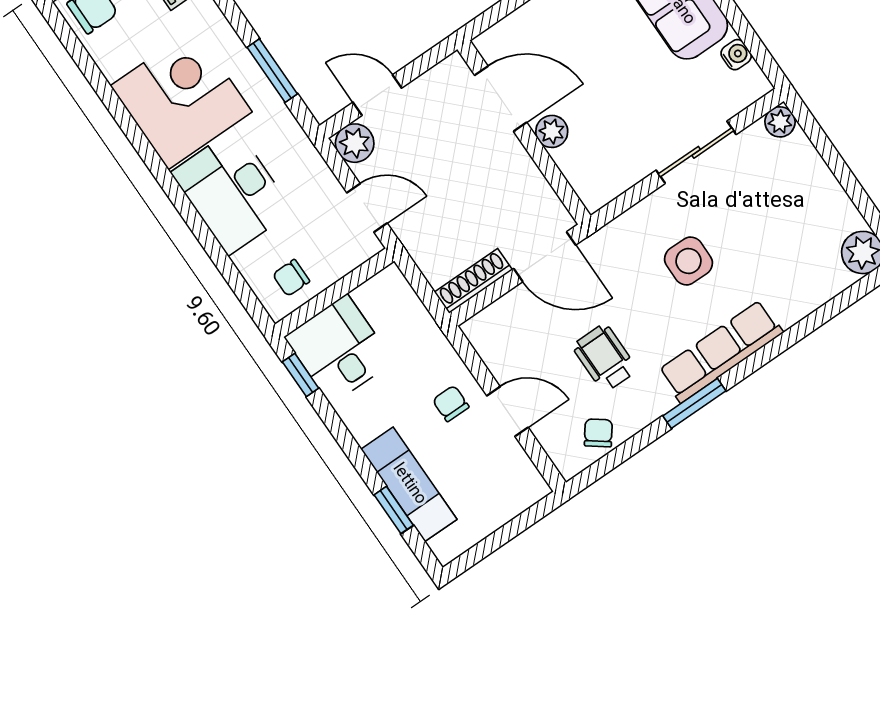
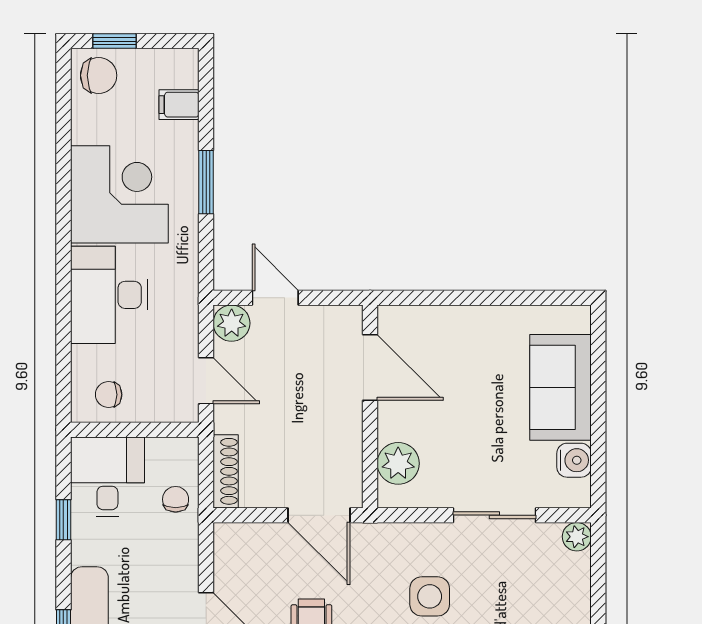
water cooler: (736, 55) -> (574, 460), width x1.38, depth x1.38
window: (272, 71) -> (206, 182), moved
plant: (552, 131) -> (398, 463), moved, width x1.38, depth x1.38
shoe rack: (473, 281) -> (226, 471), moved, turned 90
window: (301, 375) -> (63, 520), moved
chair: (451, 403) -> (176, 499), moved

